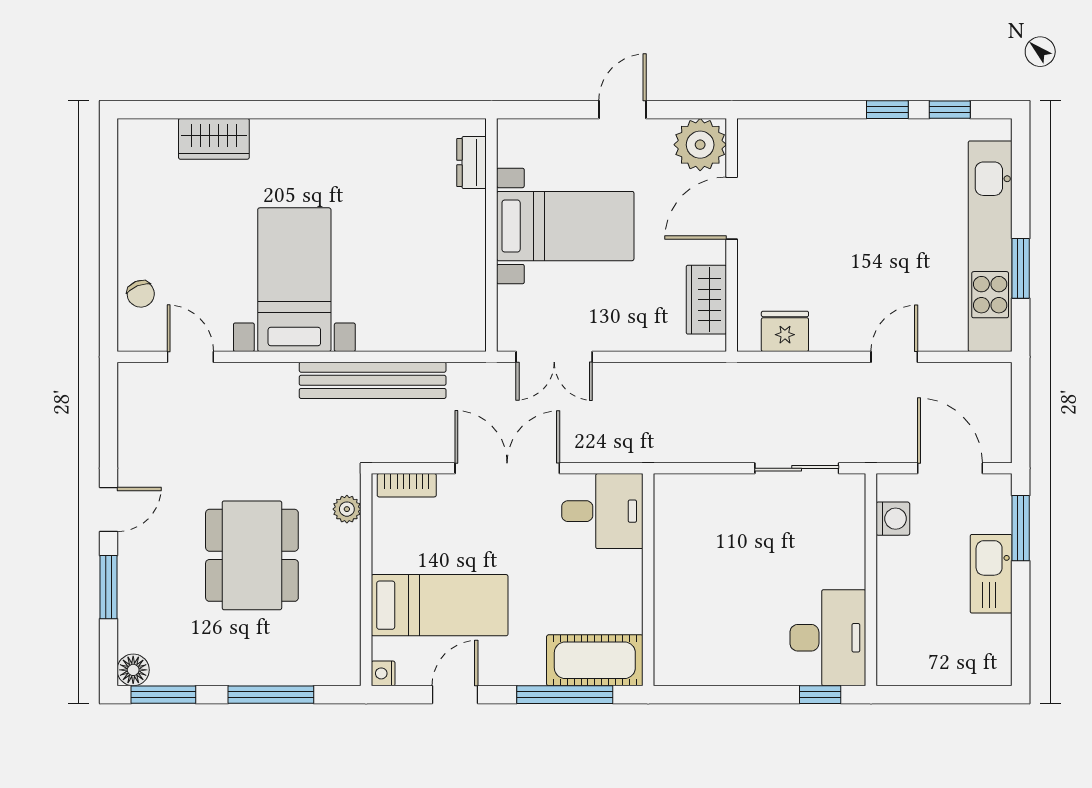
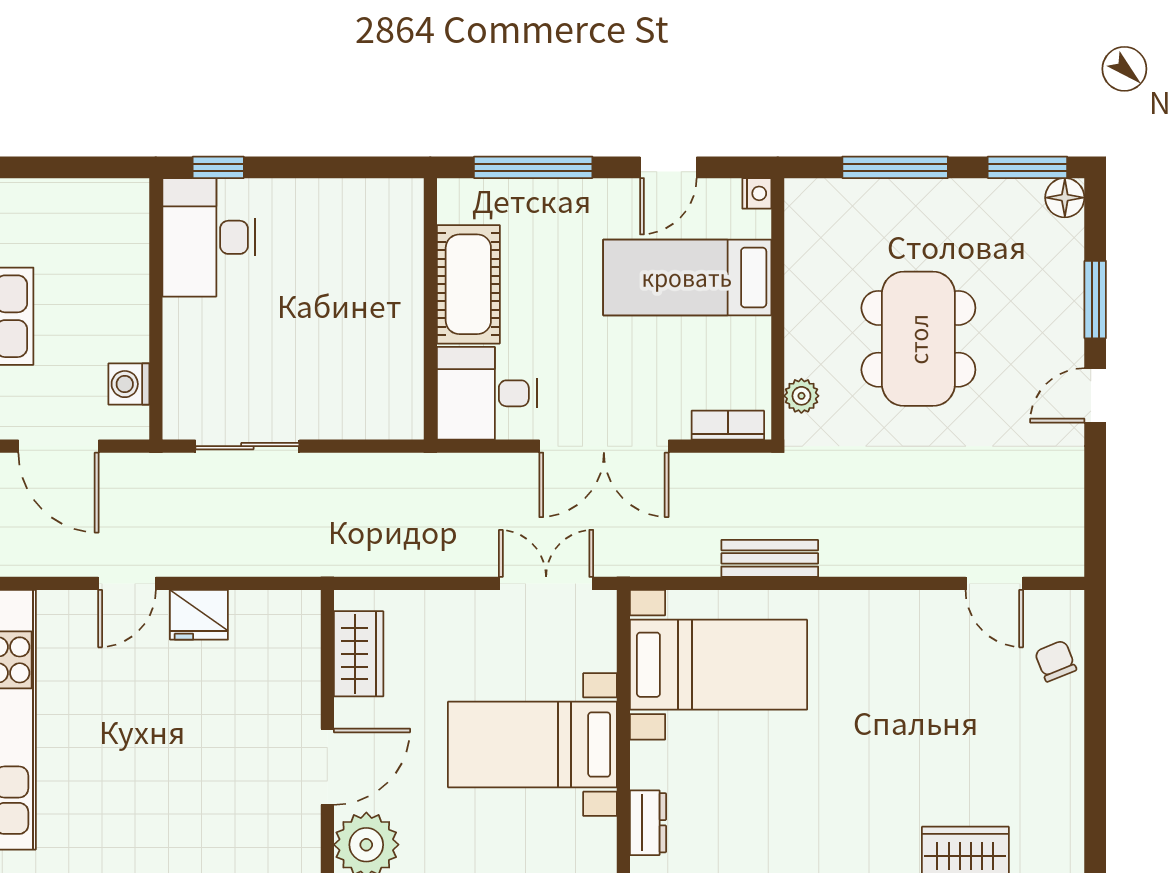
bed with nightstands: (294, 280) -> (718, 665), moved, turned -90
fridge: (785, 331) -> (199, 615), moved
bench: (373, 380) -> (770, 558), width x0.54, depth x0.82
cot: (595, 660) -> (468, 284), moved, turned 90

